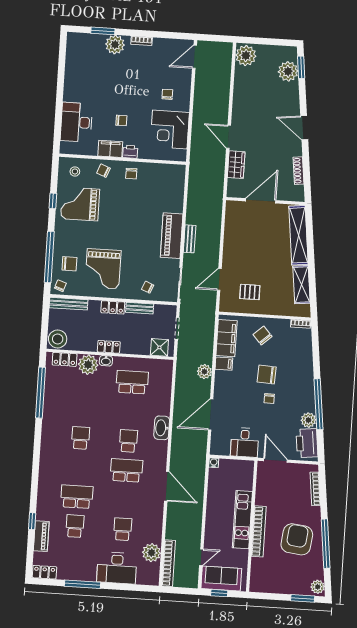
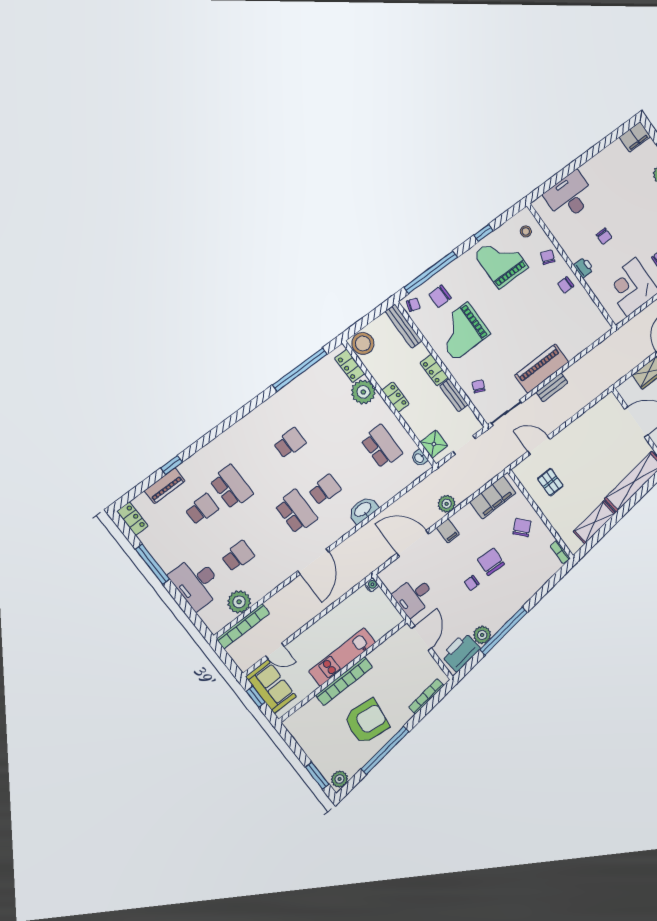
filing cabinet: (110, 149) -> (635, 137), moved, turned 90
chair: (69, 264) -> (440, 296), turned 90
washbasin: (106, 361) -> (419, 458), moved
filing cabinet: (224, 364) -> (448, 531), moved

